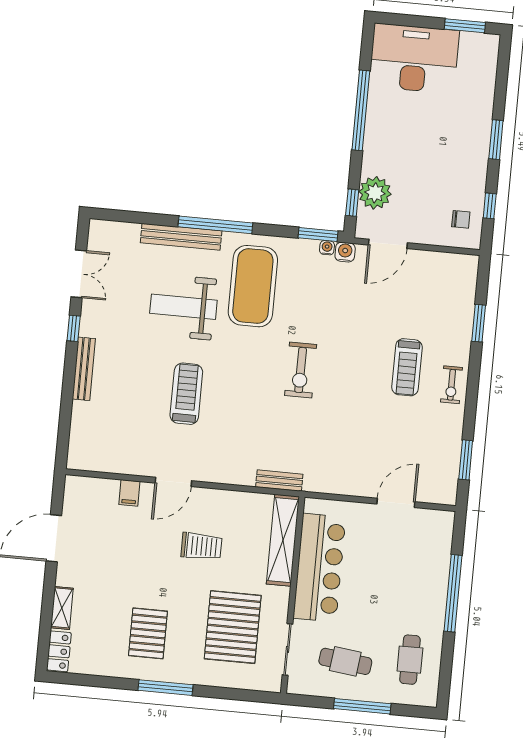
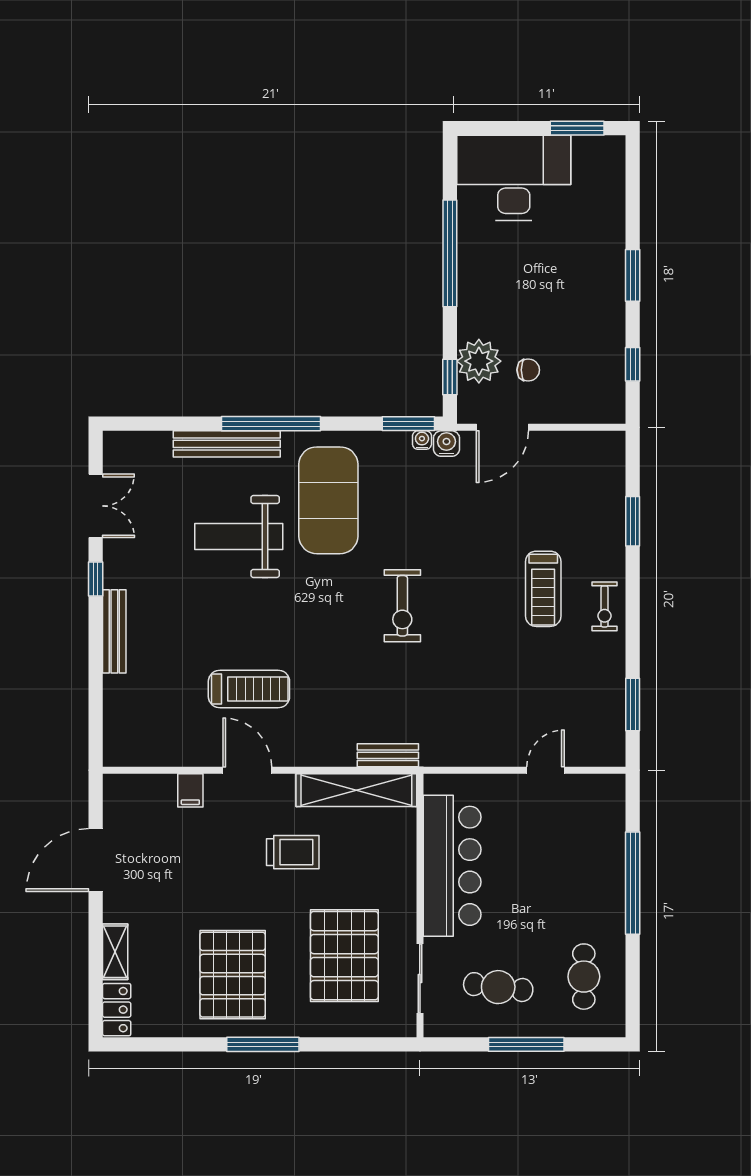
chair: (461, 219) -> (528, 370), moved
treadmill: (186, 394) -> (249, 689), moved, turned 90
door: (173, 482) -> (247, 770), swing flipped
door: (396, 503) -> (545, 770), width x0.73
shelving: (283, 540) -> (356, 790), moved, turned 90
pallet: (148, 633) -> (233, 975), width x1.37, depth x1.41

